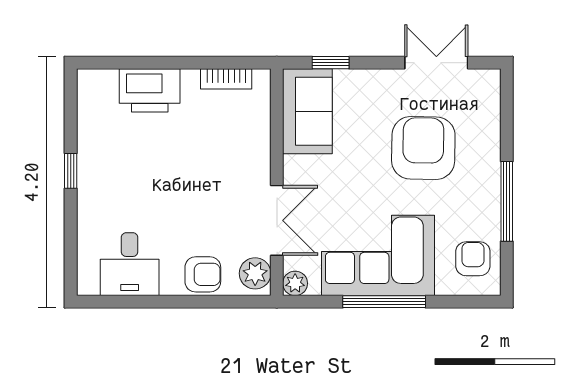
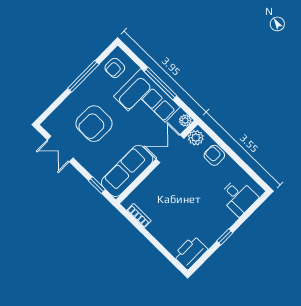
printer: (150, 90) -> (190, 252), moved, turned -90
sofa: (307, 111) -> (127, 171), width x1.36
desk: (130, 264) -> (238, 197), moved, turned 90

